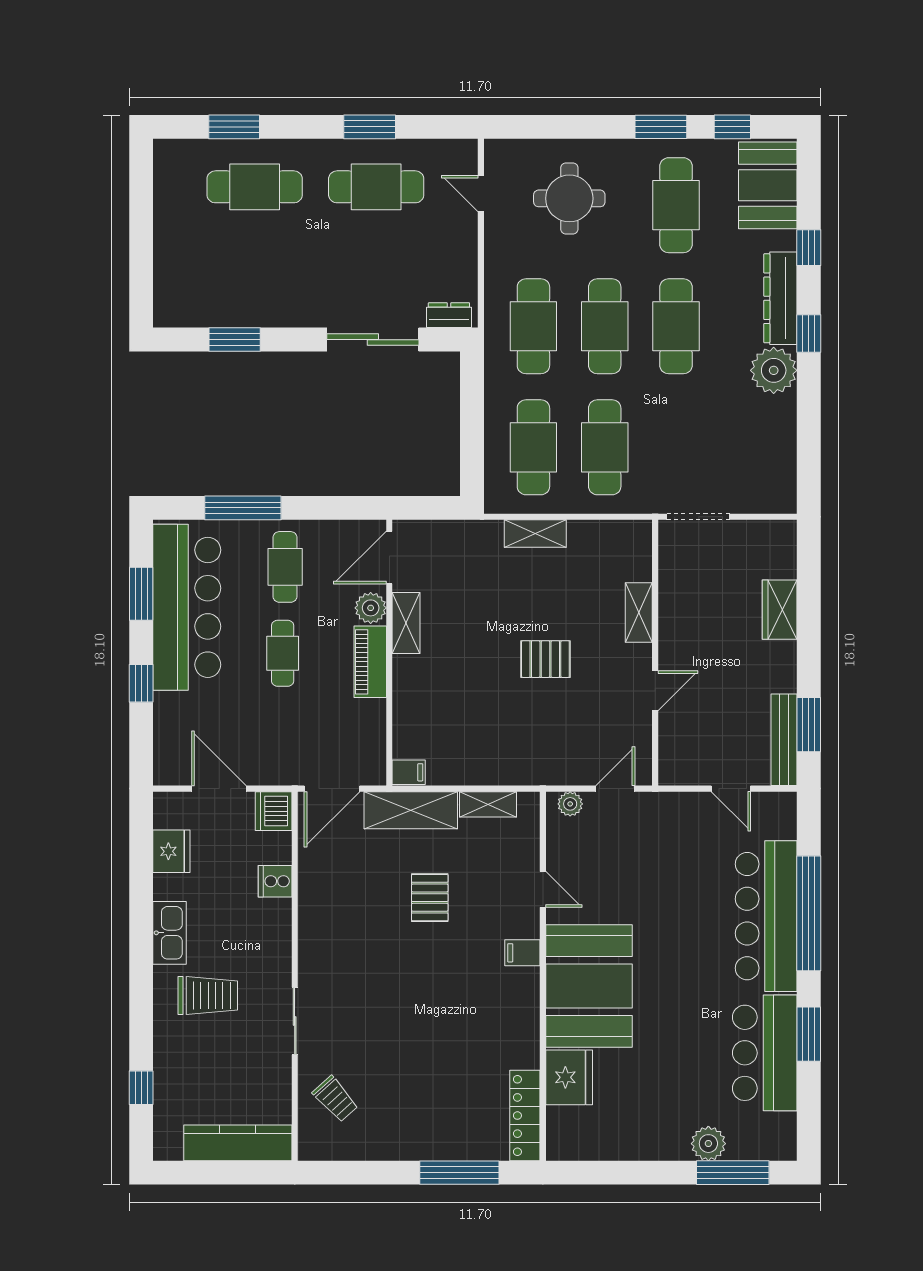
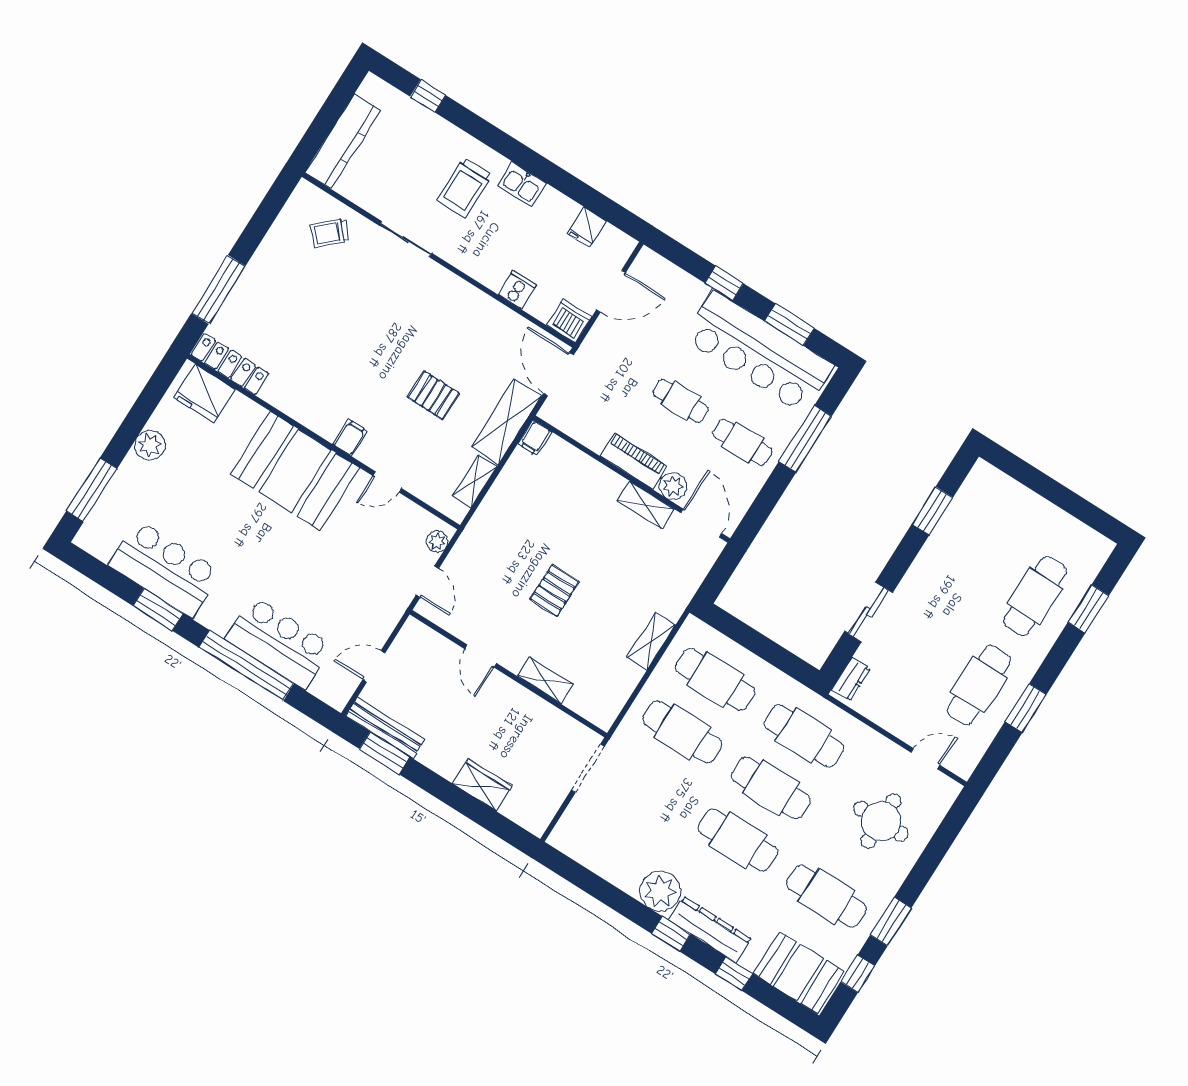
sliding door: (373, 340) -> (868, 612), width x0.73
fridge: (171, 851) -> (587, 227), width x0.72
bar counter: (766, 916) -> (279, 642), width x0.73
kitchen sink: (170, 933) -> (522, 184), width x0.73
fridge: (569, 1077) -> (204, 393), moved
plant: (708, 1144) -> (150, 445), moved

